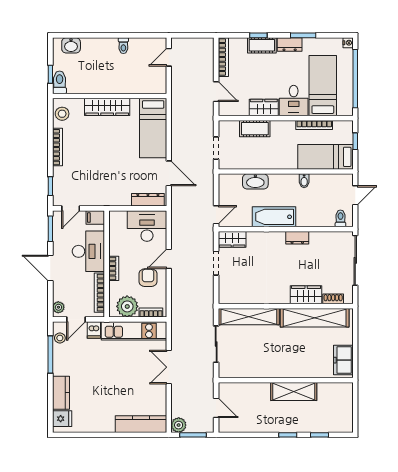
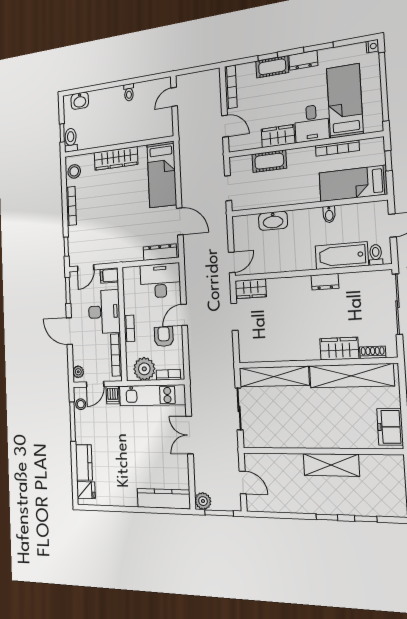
bathtub: (274, 217) -> (342, 256), moved

